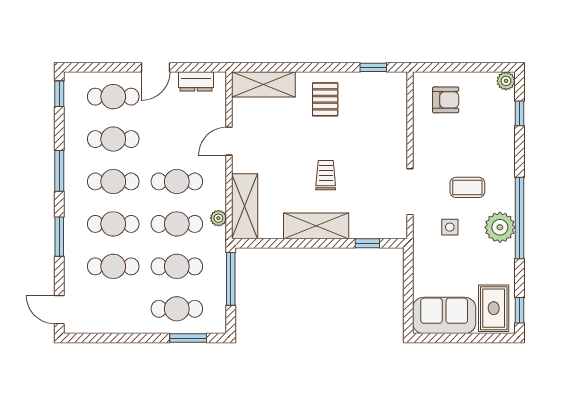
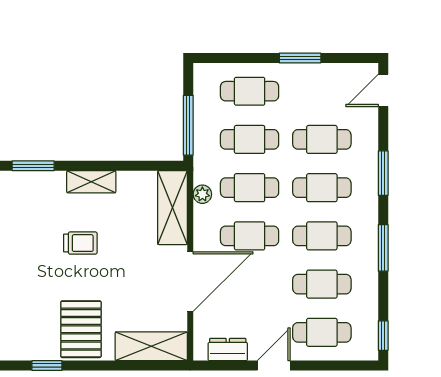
window: (373, 67) -> (47, 366), moved
pallet: (325, 99) -> (81, 329), width x1.50, depth x1.42
door: (229, 141) -> (190, 282), width x1.88
trolley: (326, 175) -> (80, 243), turned -90
shelving: (316, 226) -> (91, 182), width x0.67, depth x0.75
window: (367, 243) -> (33, 166), width x1.50
door: (59, 310) -> (383, 90), swing flipped
window: (188, 338) -> (300, 58), moved

